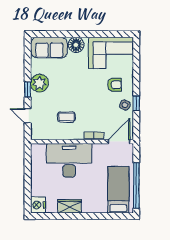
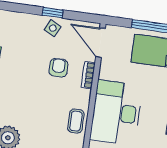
armchair: (114, 85) -> (58, 68), moved
coffee table: (66, 117) -> (76, 121), moved

